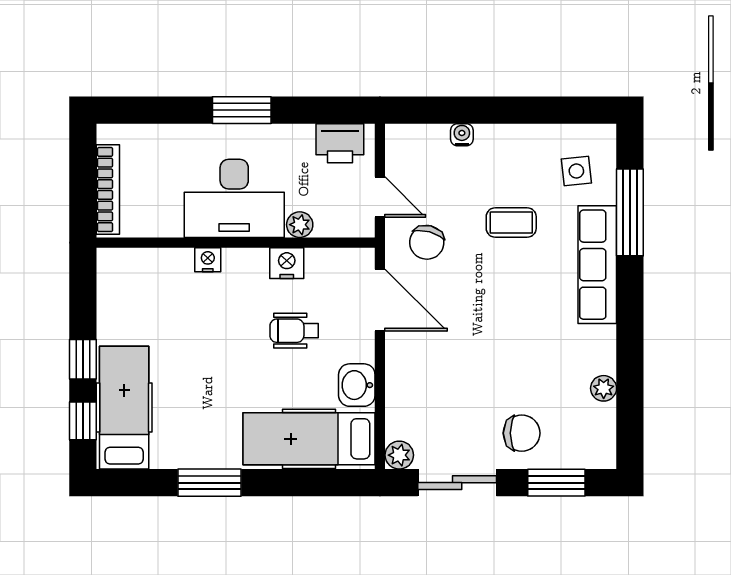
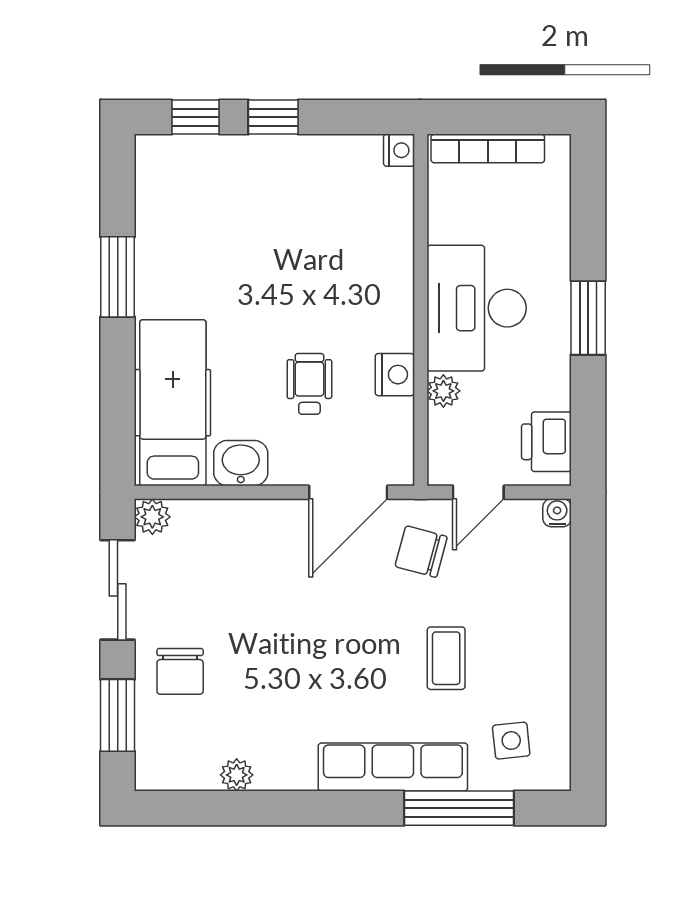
water cooler: (462, 135) -> (557, 513), moved, turned -90
nightstand: (208, 260) -> (399, 150), moved
hospital bed: (124, 408) -> (212, 169), removed

